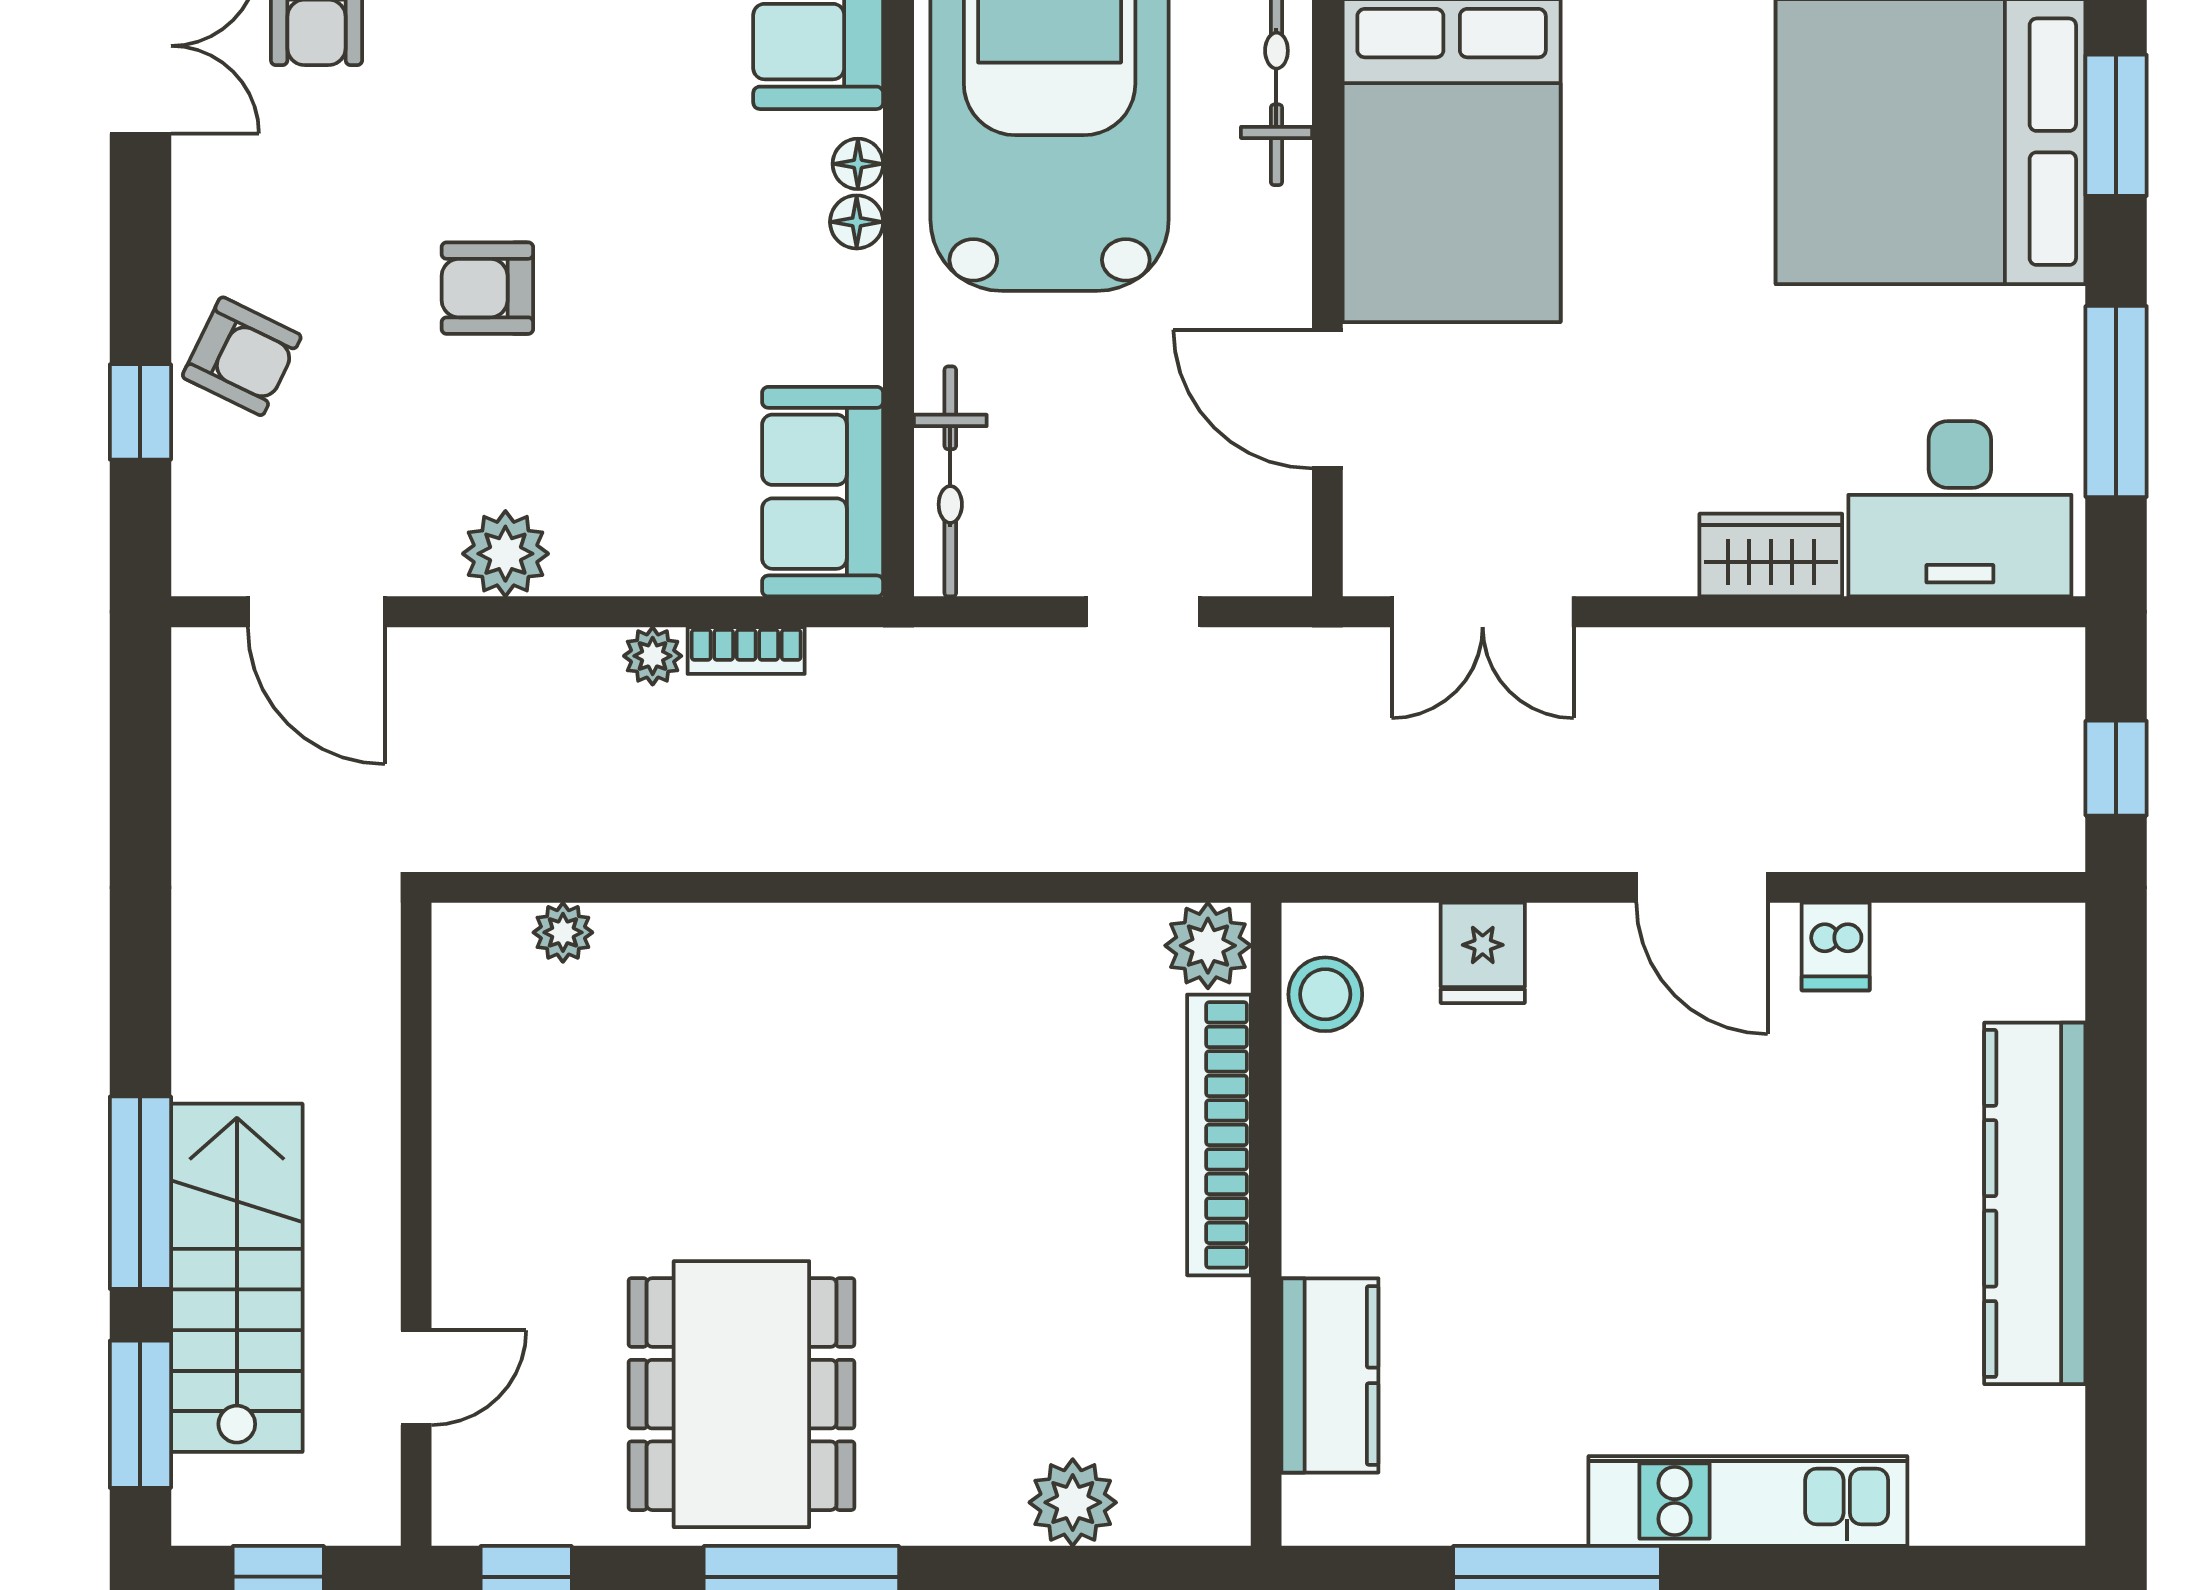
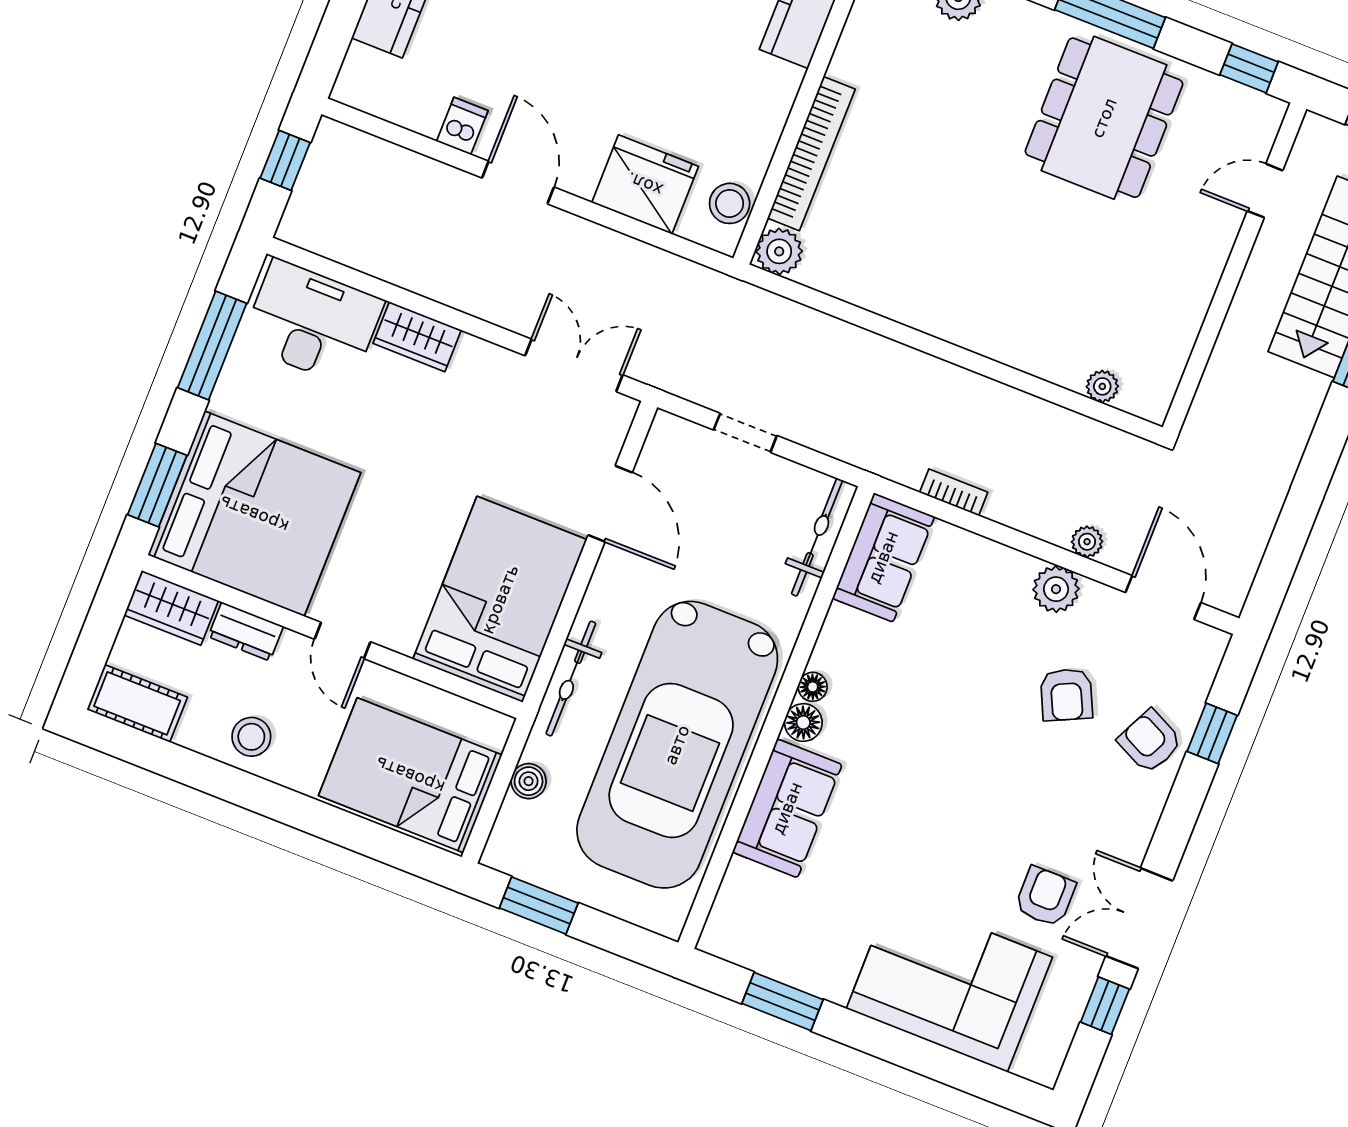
floor lamp: (858, 164) -> (803, 723), width x1.37, depth x1.37
armchair: (487, 288) -> (1066, 695), moved, turned 65
plant: (653, 656) -> (1087, 542), moved
fridge: (1483, 953) -> (645, 184), width x1.88, depth x1.34

